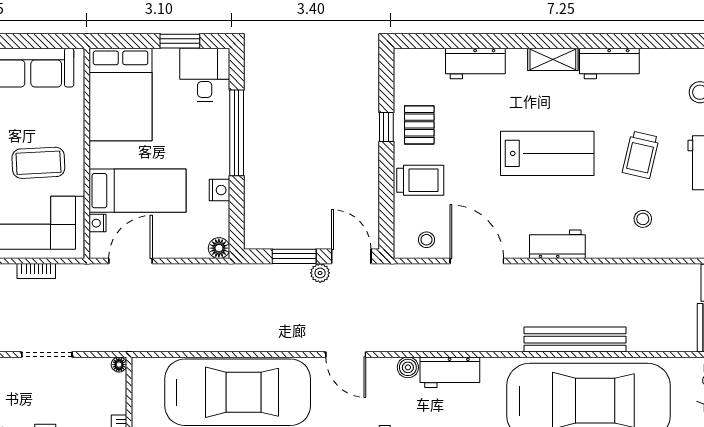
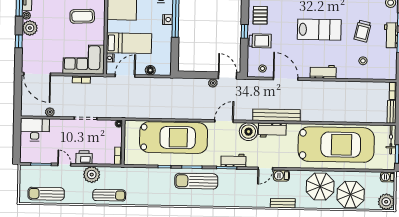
window: (386, 127) -> (245, 31), moved
coffee table: (38, 163) -> (82, 16), moved
nightstand: (220, 190) -> (167, 20), moved
floor lamp: (219, 248) -> (150, 70), moved
window: (294, 256) -> (201, 75), removed
bench: (575, 340) -> (277, 115), moved
door: (346, 355) -> (224, 121), swing flipped
boiler: (408, 367) -> (248, 132), width x1.86, depth x1.86

